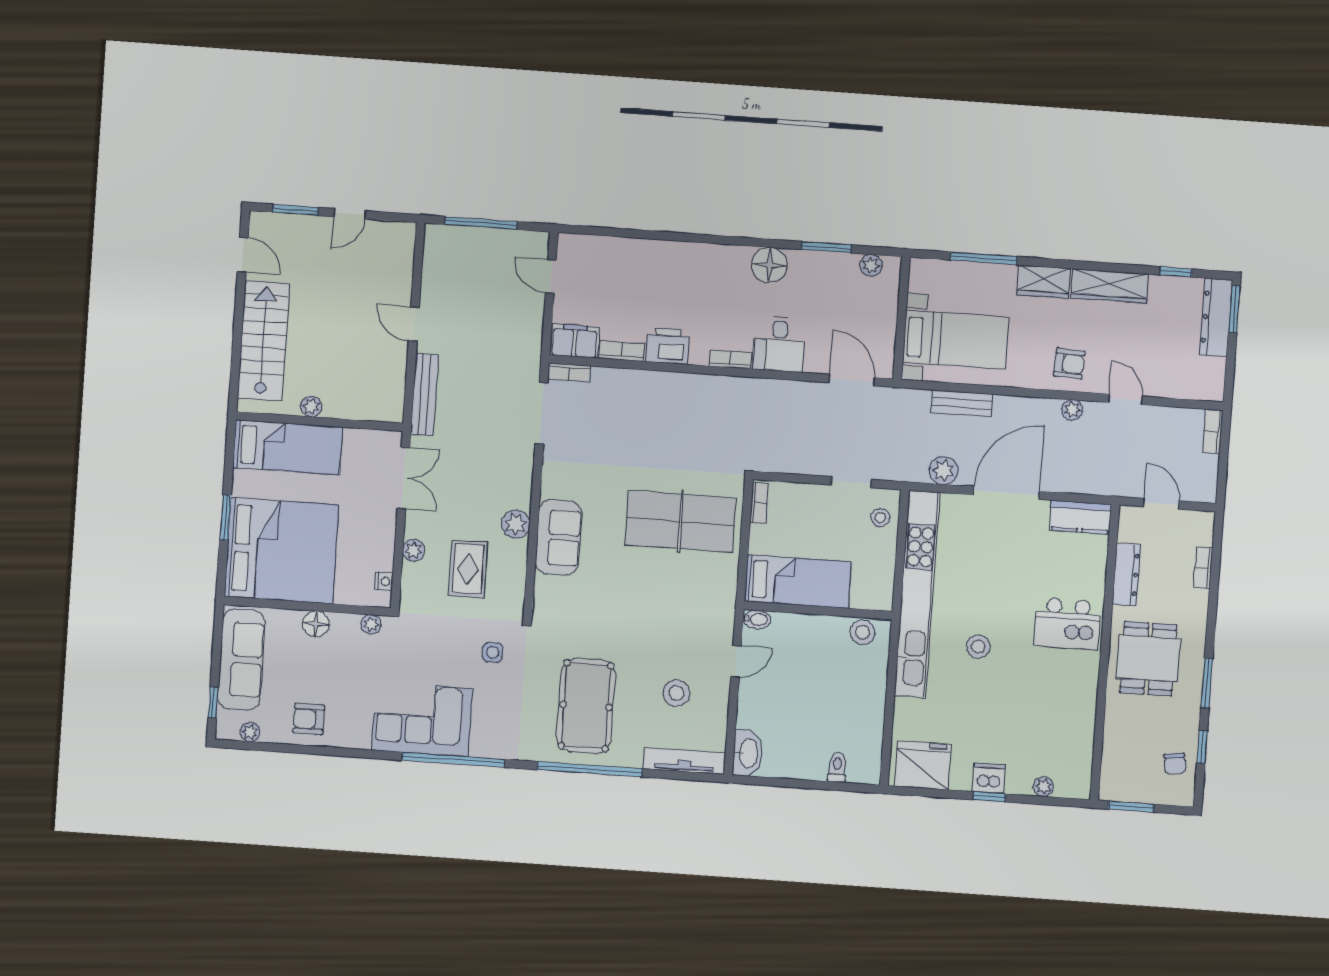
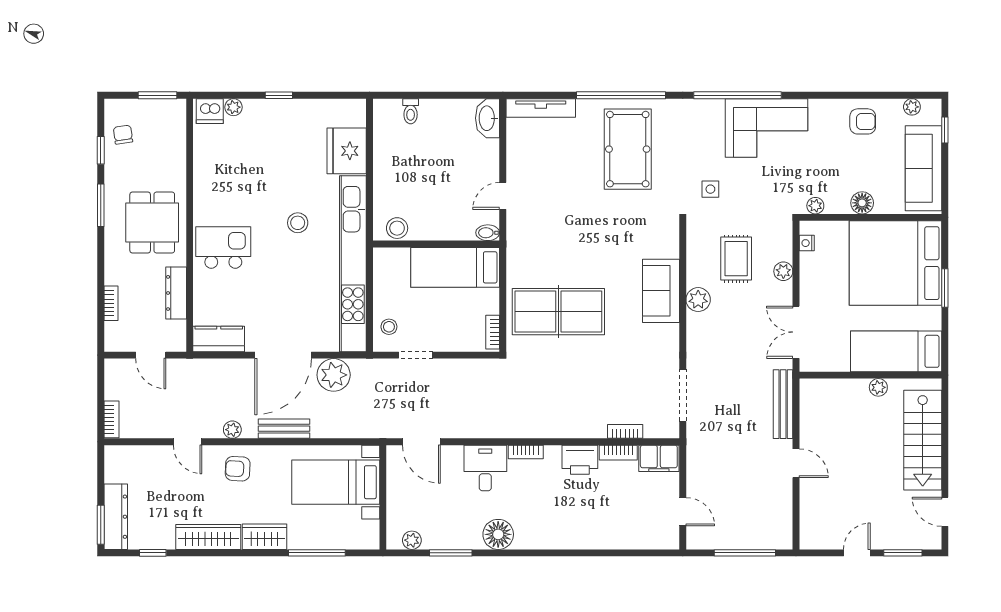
bookcase: (569, 372) -> (625, 431), moved
bench: (962, 403) -> (284, 429), moved
plant: (943, 470) -> (334, 375), width x1.36, depth x1.36
stool: (676, 693) -> (552, 165), removed
fridge: (923, 765) -> (347, 151), moved, turned 90
dishwasher: (989, 778) -> (210, 111), moved

